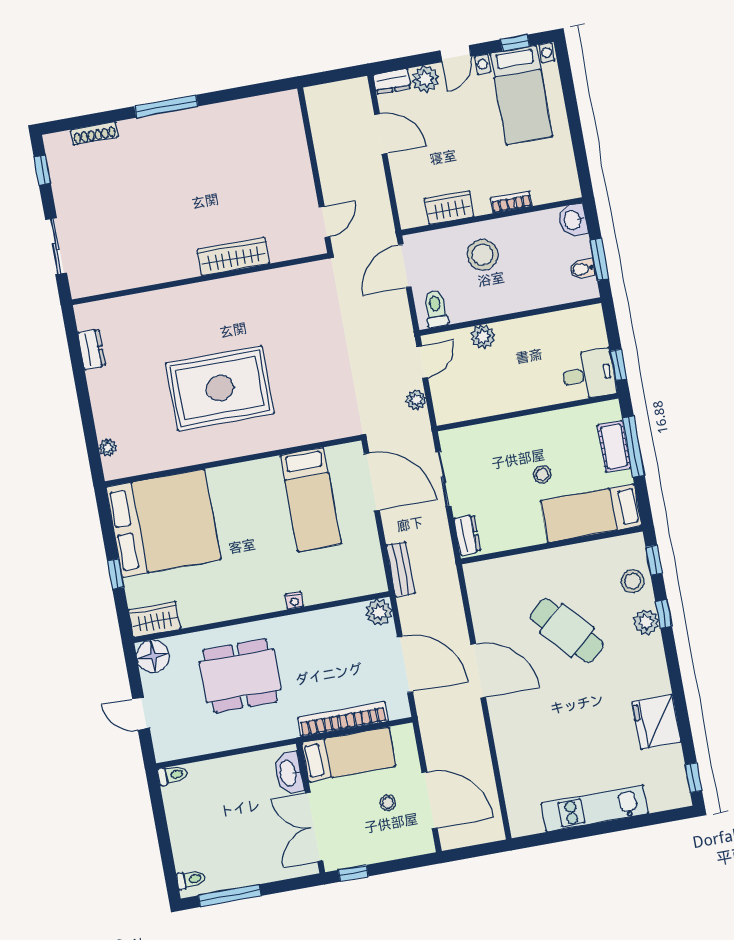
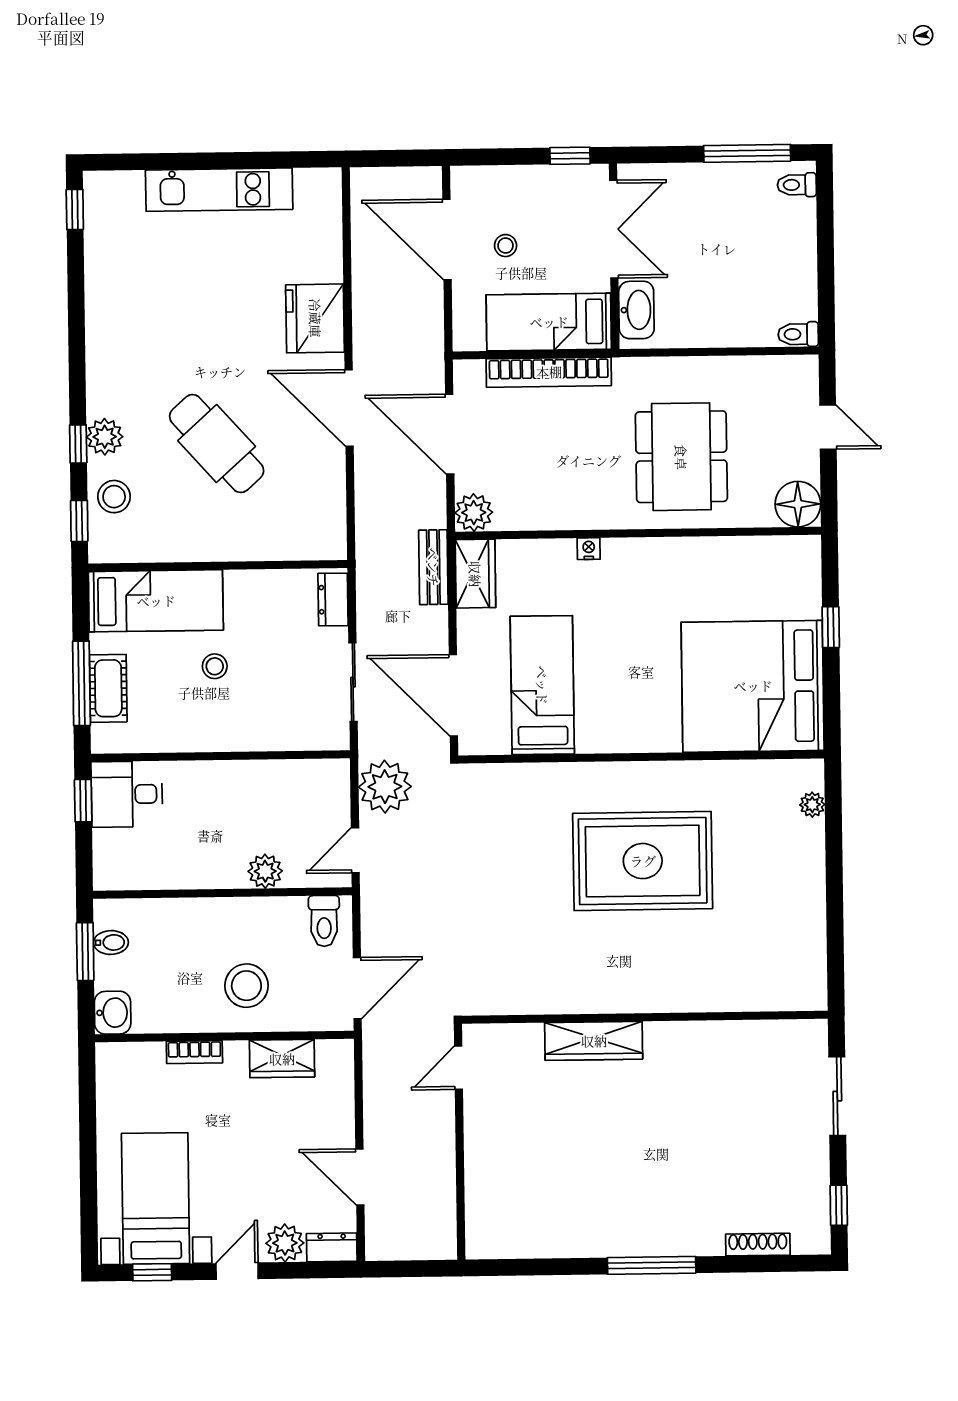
dresser: (92, 349) -> (812, 945), removed
plant: (416, 400) -> (385, 787), width x1.87, depth x1.87
wardrobe: (155, 619) -> (475, 574), moved, turned -90
dining table: (240, 676) -> (681, 457), turned 90
fridge: (657, 722) -> (315, 318), moved, turned 180

